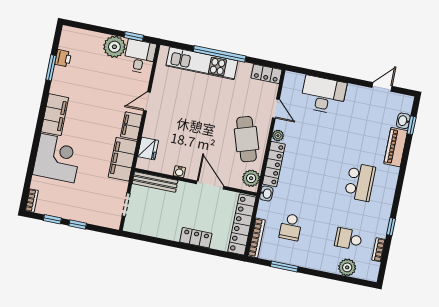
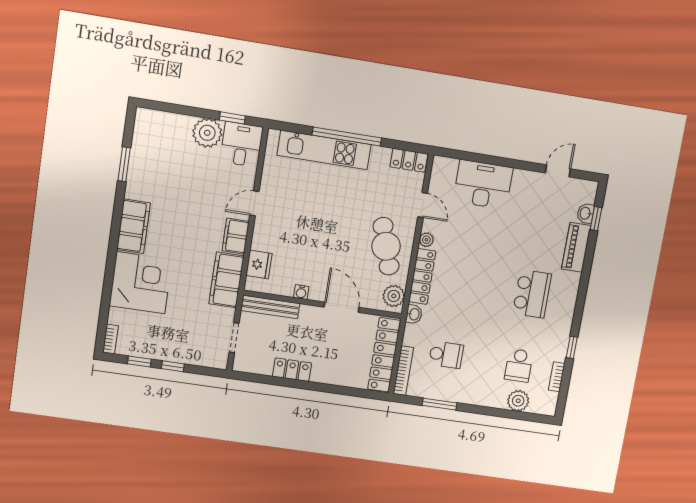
printer: (63, 58) -> (140, 151), removed
school desk: (291, 227) -> (446, 355), turned -90
locker: (196, 238) -> (292, 370), moved
school desk: (348, 239) -> (519, 365), turned -90

